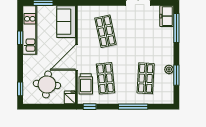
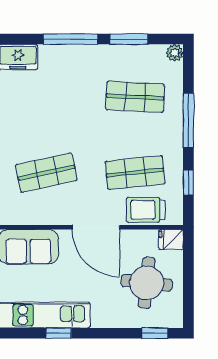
window: (176, 28) -> (71, 39), moved
plant: (169, 69) -> (175, 53), moved
trolley: (86, 84) -> (146, 210), turned 180
window: (90, 107) -> (188, 182), moved

